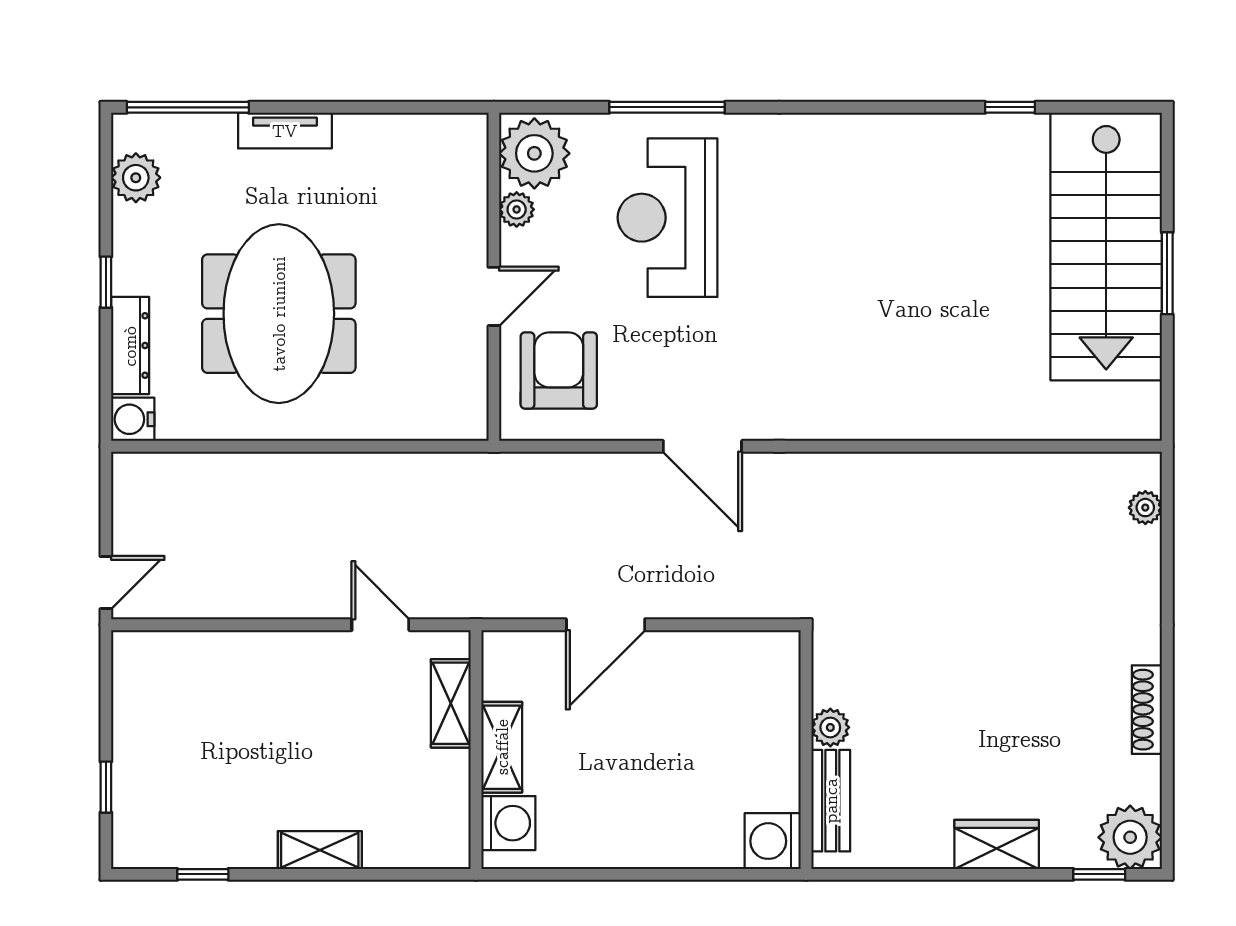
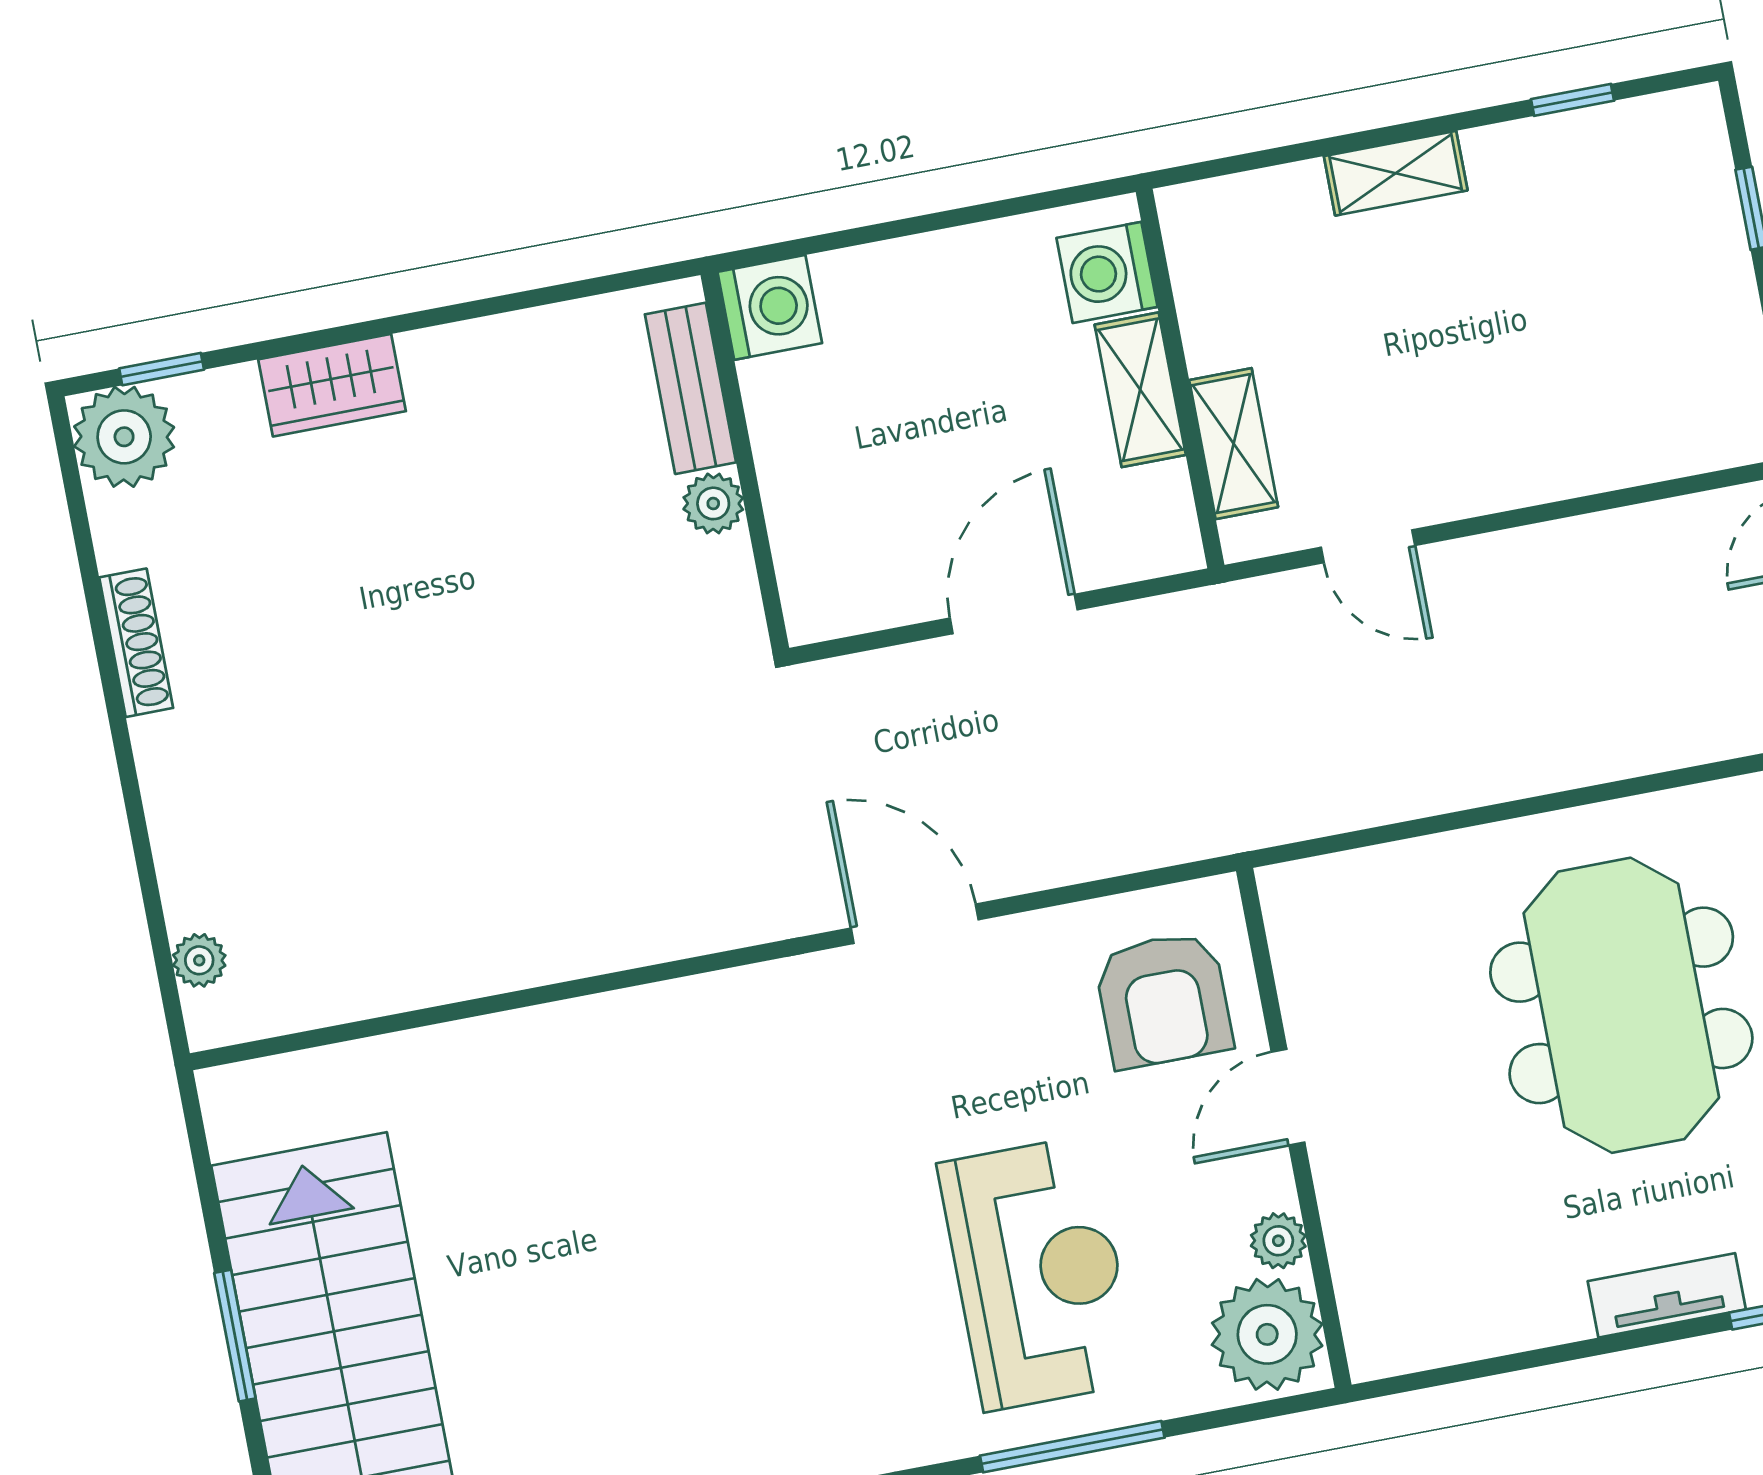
plant: (830, 727) -> (713, 503), moved
wall: (806, 750) -> (745, 462), moved
bench: (831, 801) -> (690, 388), moved
washing machine: (773, 841) -> (770, 307), moved

